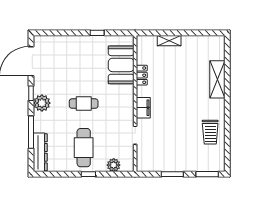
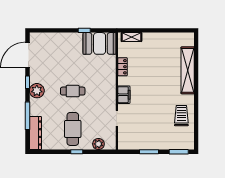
shelving: (169, 41) -> (131, 37), moved
booth: (121, 65) -> (100, 43), moved, turned 90
shelving: (217, 79) -> (188, 70), width x1.47
trolley: (210, 132) -> (181, 116), turned 180

